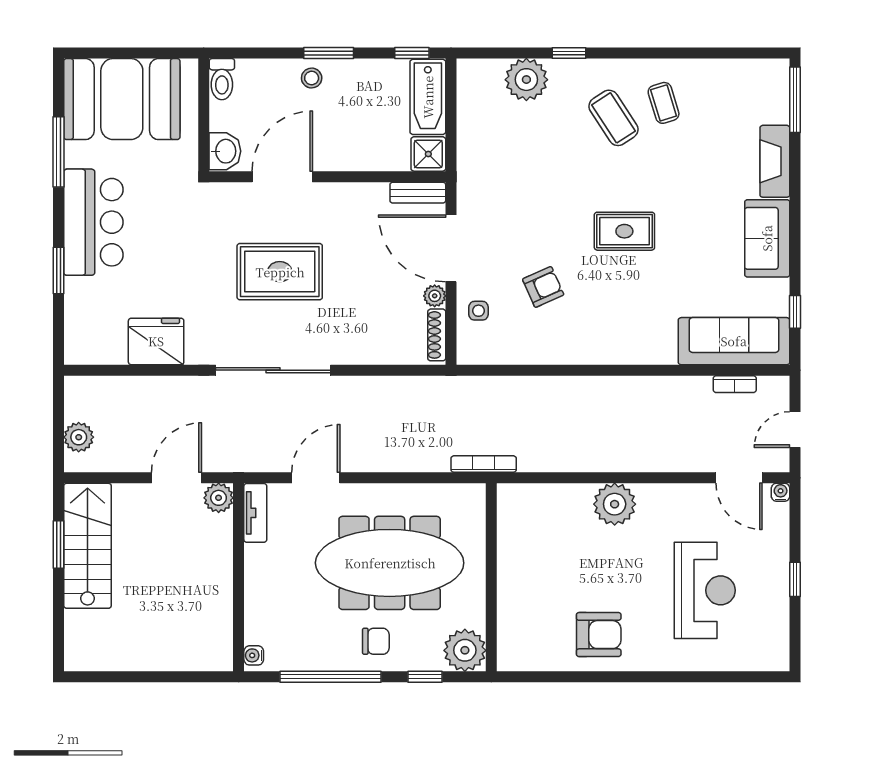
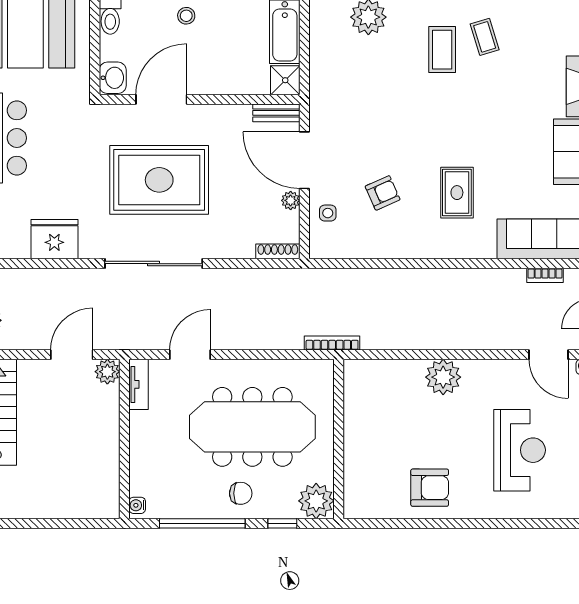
coffee table: (613, 118) -> (442, 50), turned 33
rug: (624, 231) -> (457, 193), moved, turned 90
rug: (280, 272) -> (159, 180), width x1.37, depth x1.44
shoe rack: (437, 335) -> (278, 251), moved, turned 90

